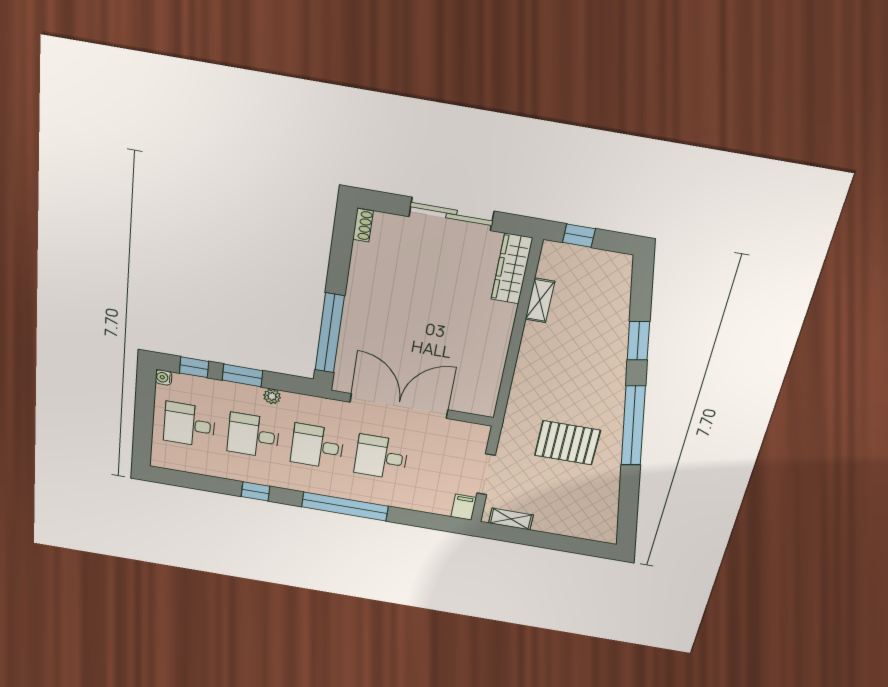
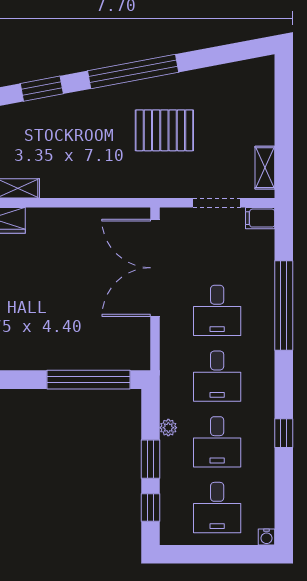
water cooler: (164, 377) -> (267, 537), moved
double door: (399, 406) -> (155, 268), moved
pallet: (567, 443) -> (164, 130), turned 90
window: (345, 506) -> (284, 305), moved

